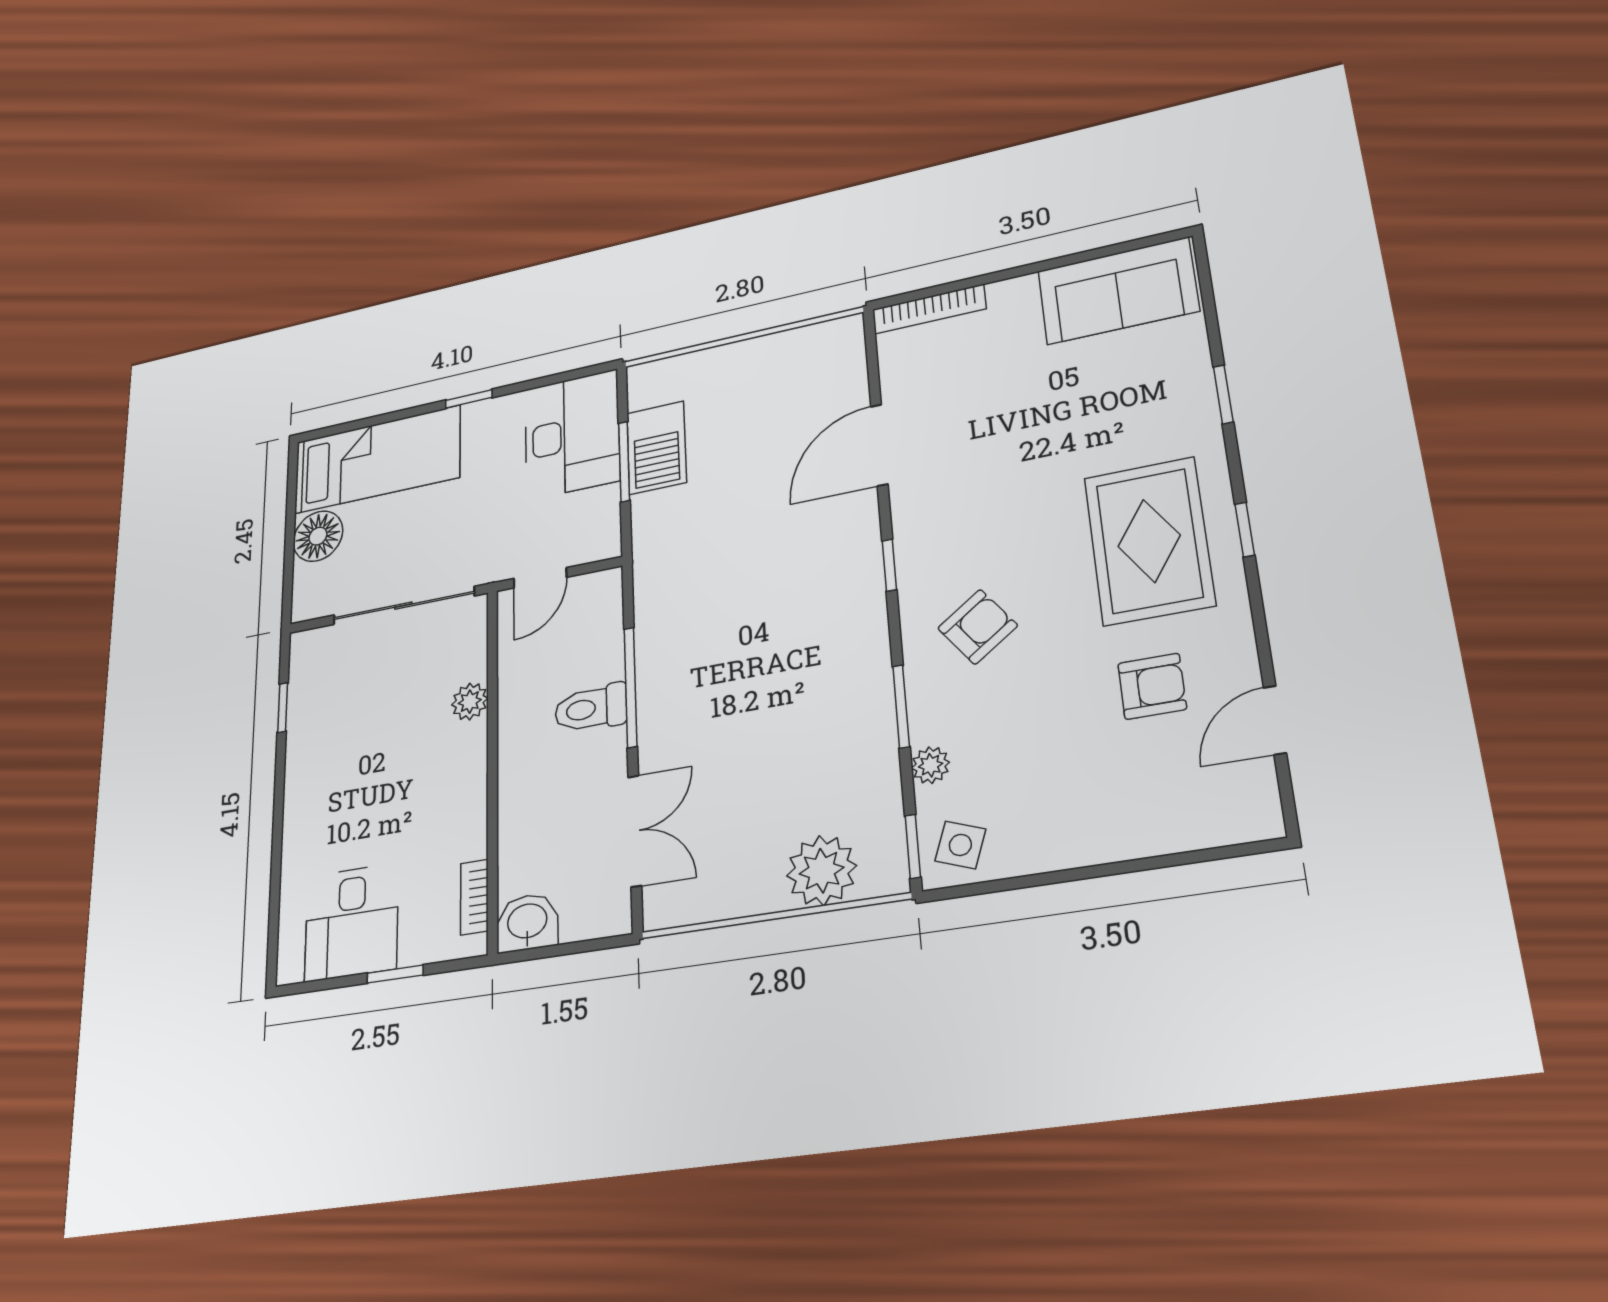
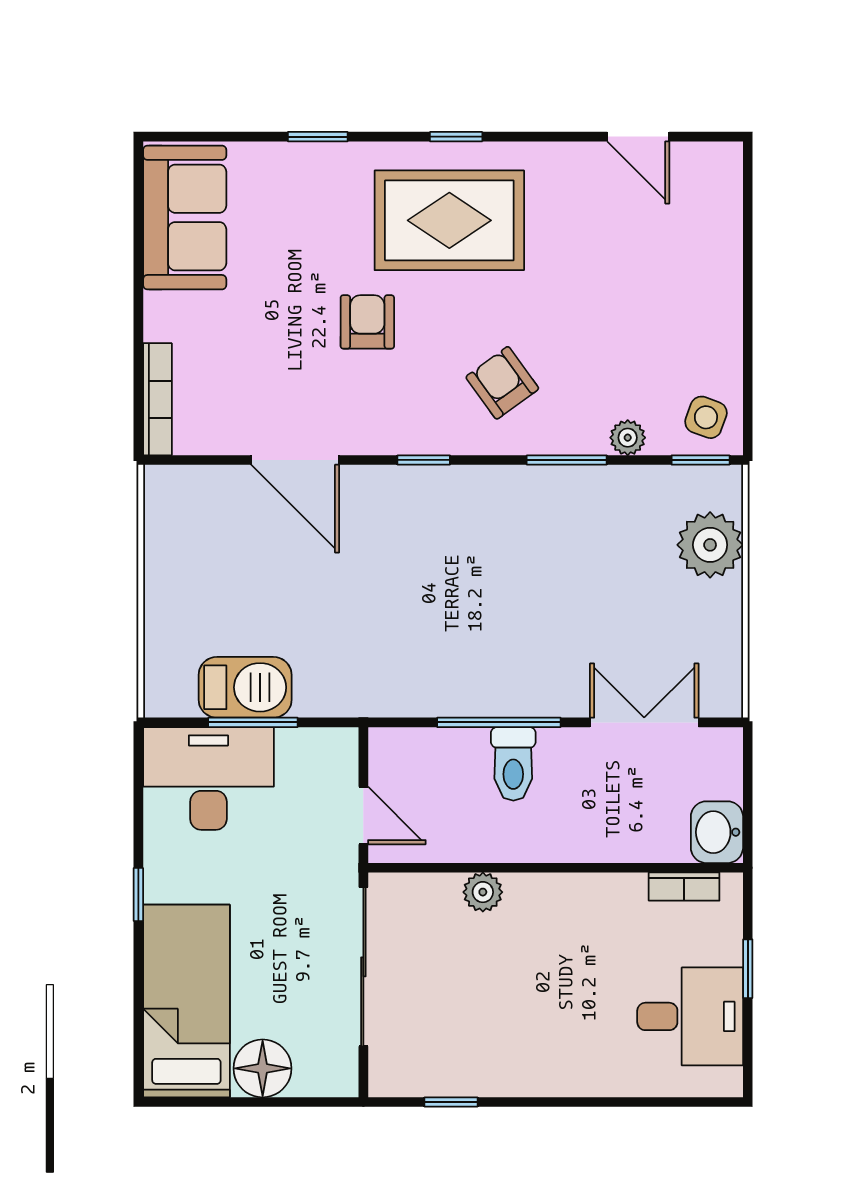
armchair: (1152, 686) -> (367, 322), moved

